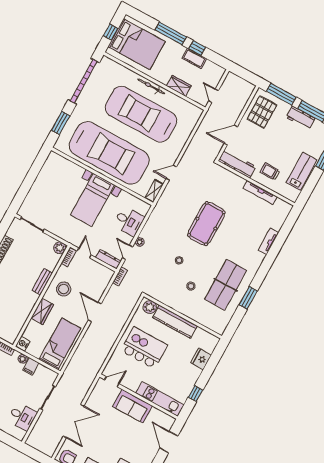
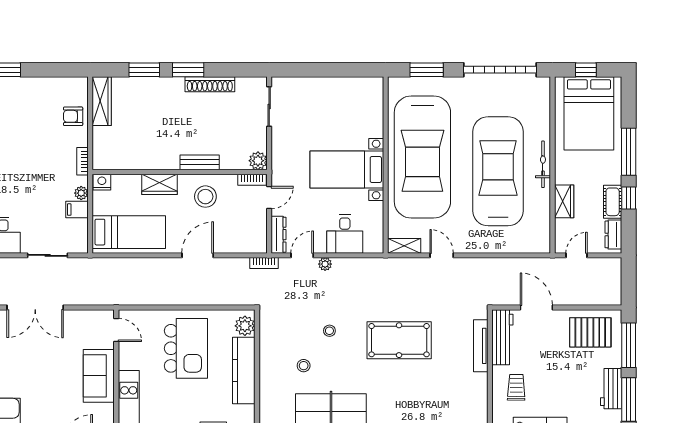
dresser: (213, 68) -> (613, 234), added
tv unit: (260, 192) -> (481, 346), moved

